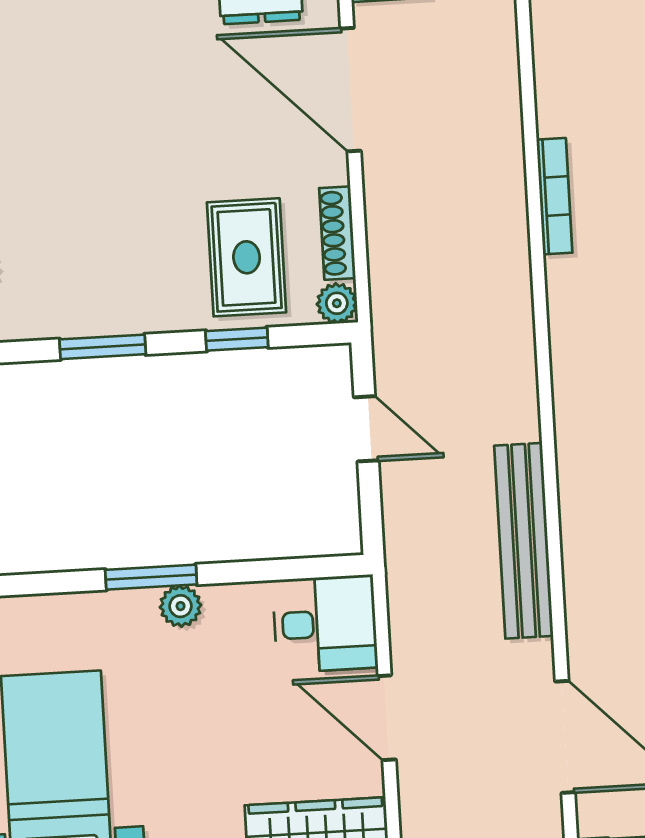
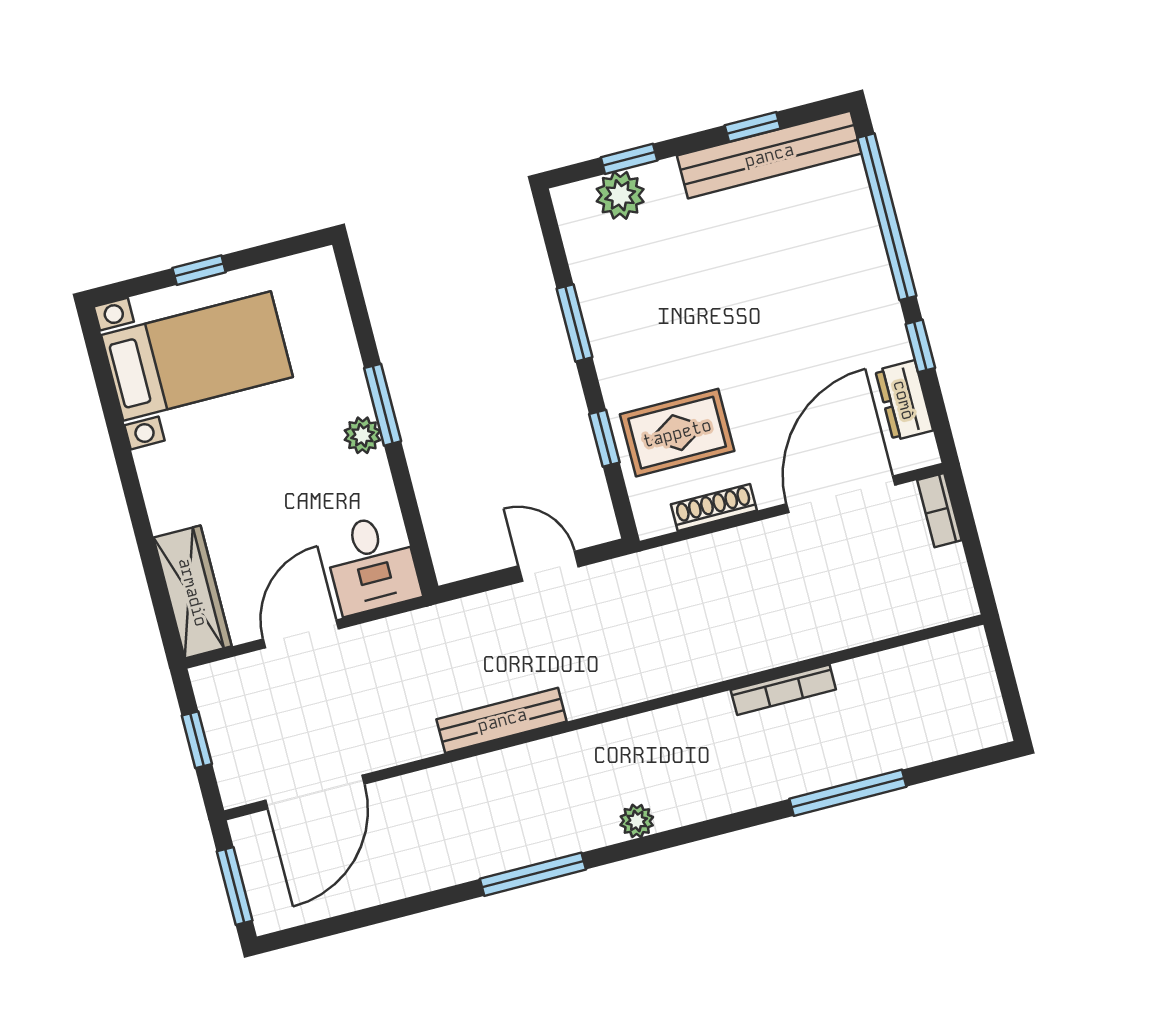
plant: (337, 303) -> (653, 519), removed
door: (366, 429) -> (549, 566), swing flipped
bench: (524, 541) -> (502, 720), width x0.73, depth x0.82

